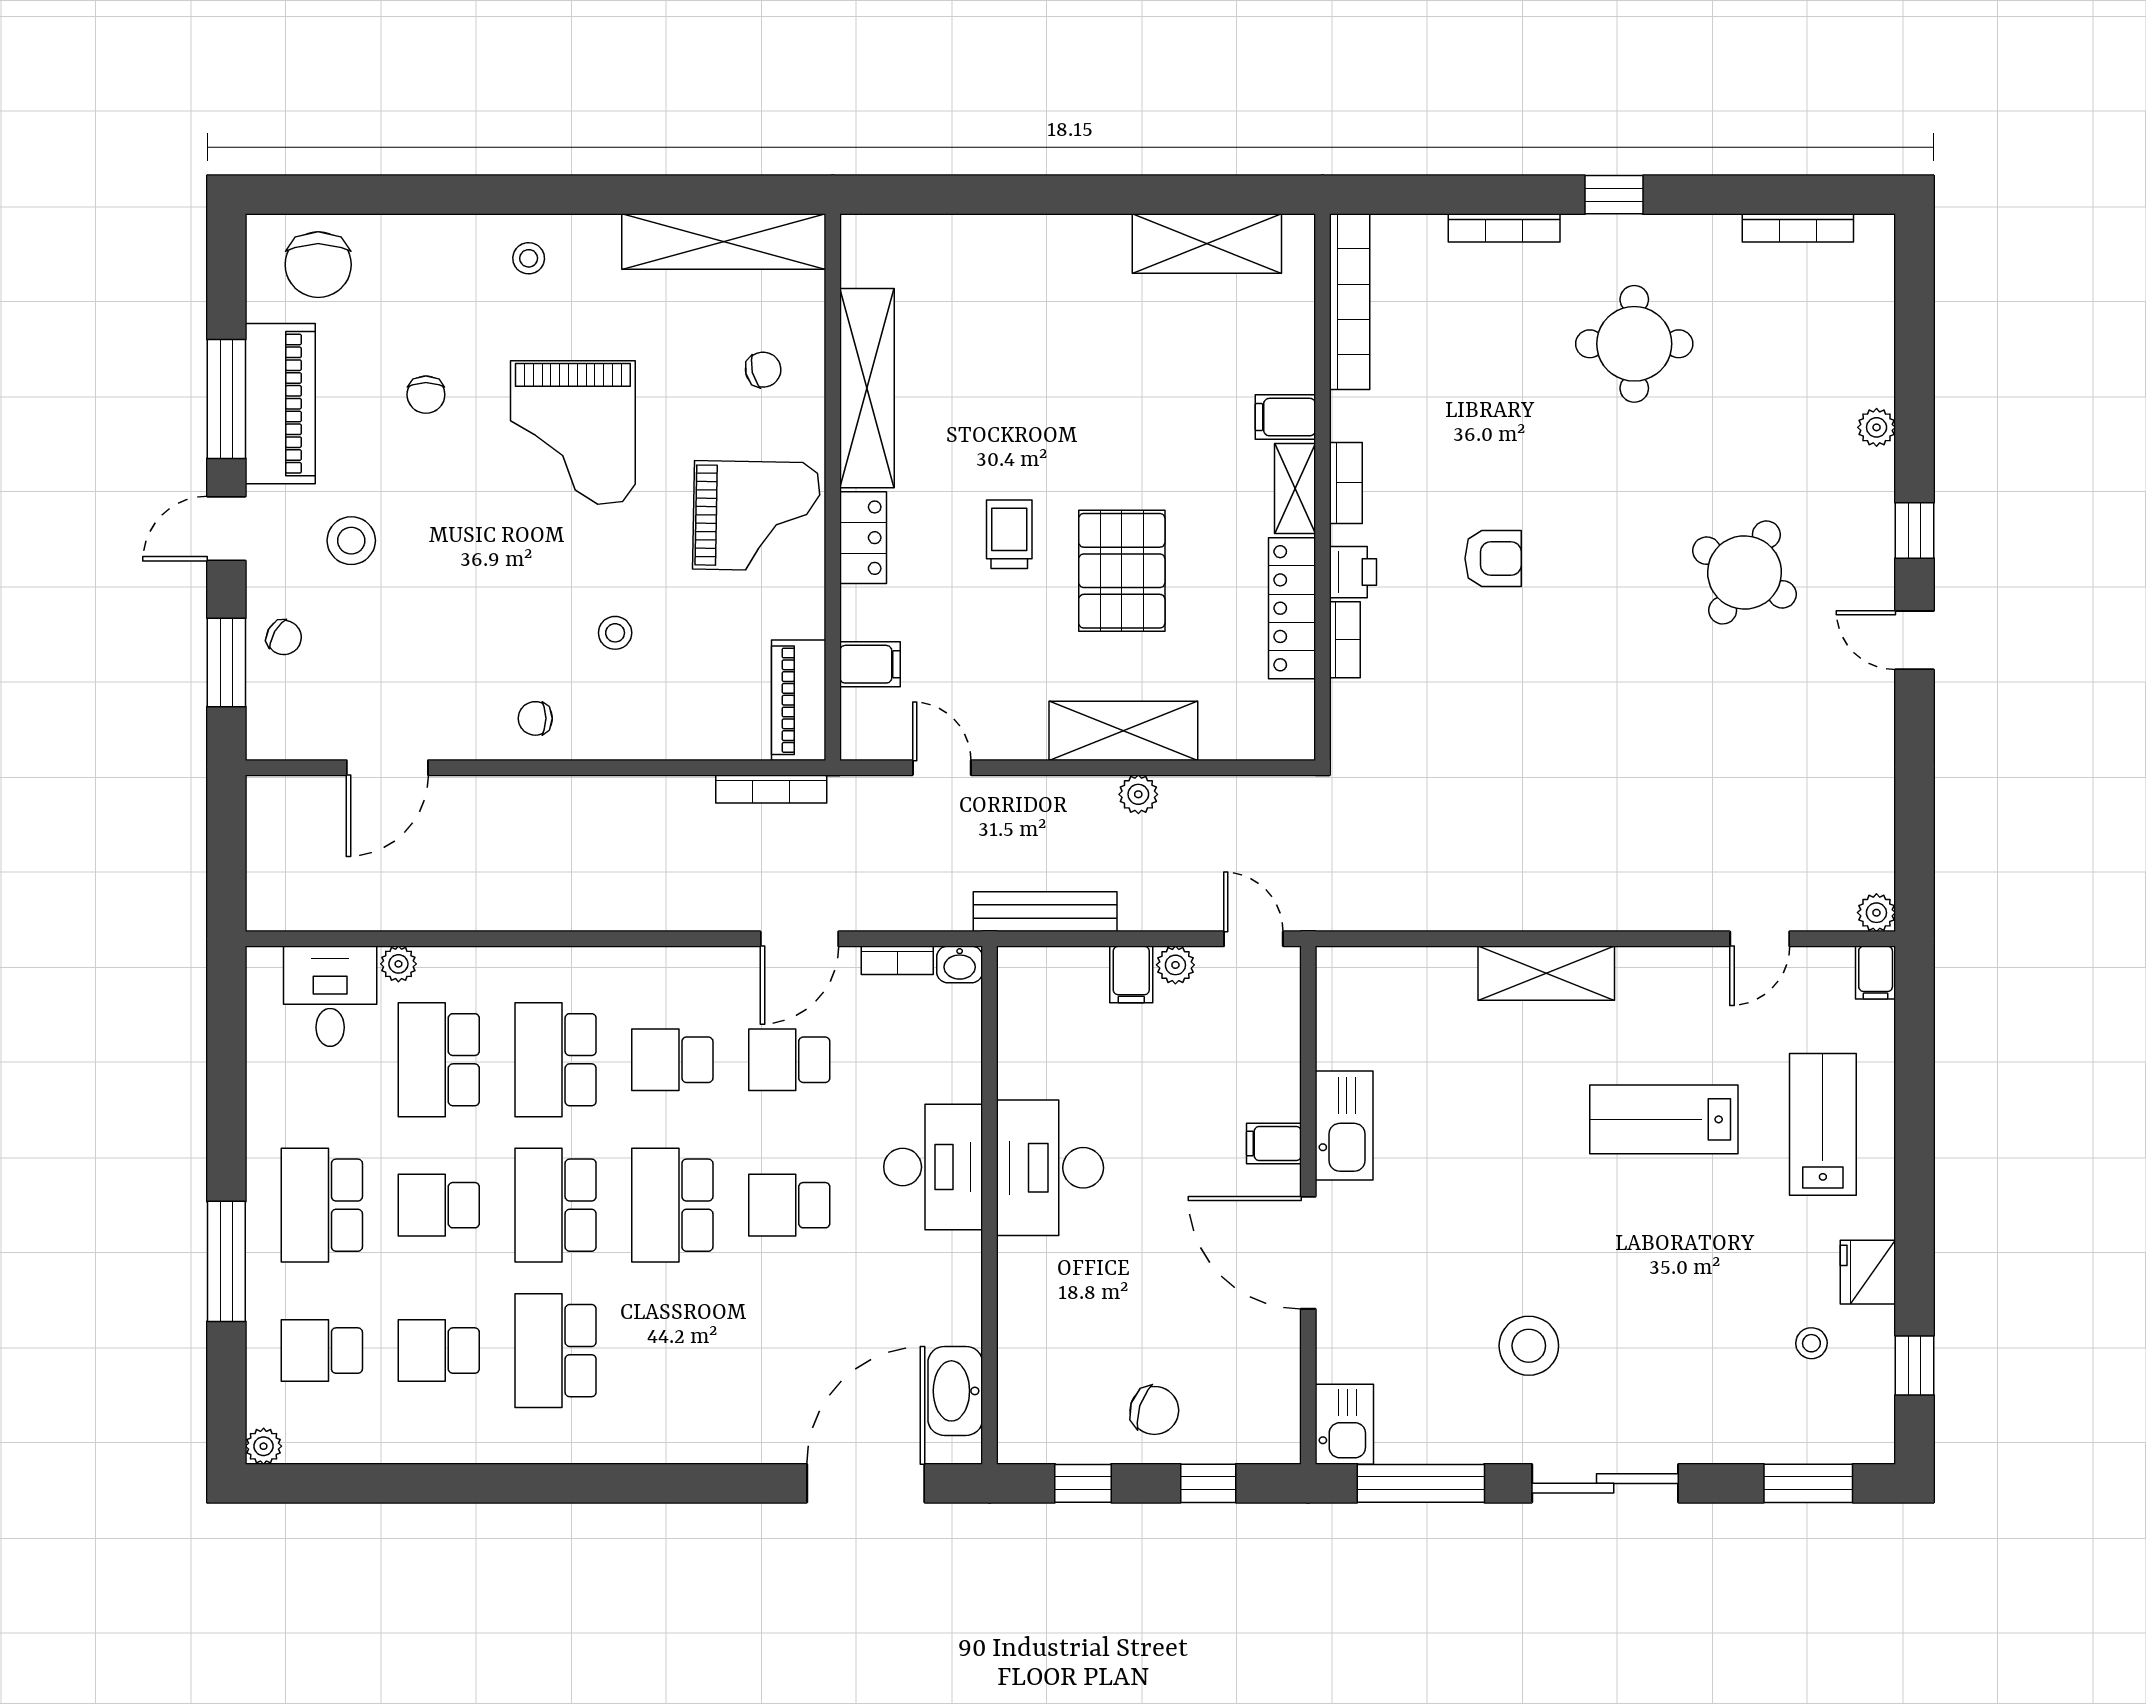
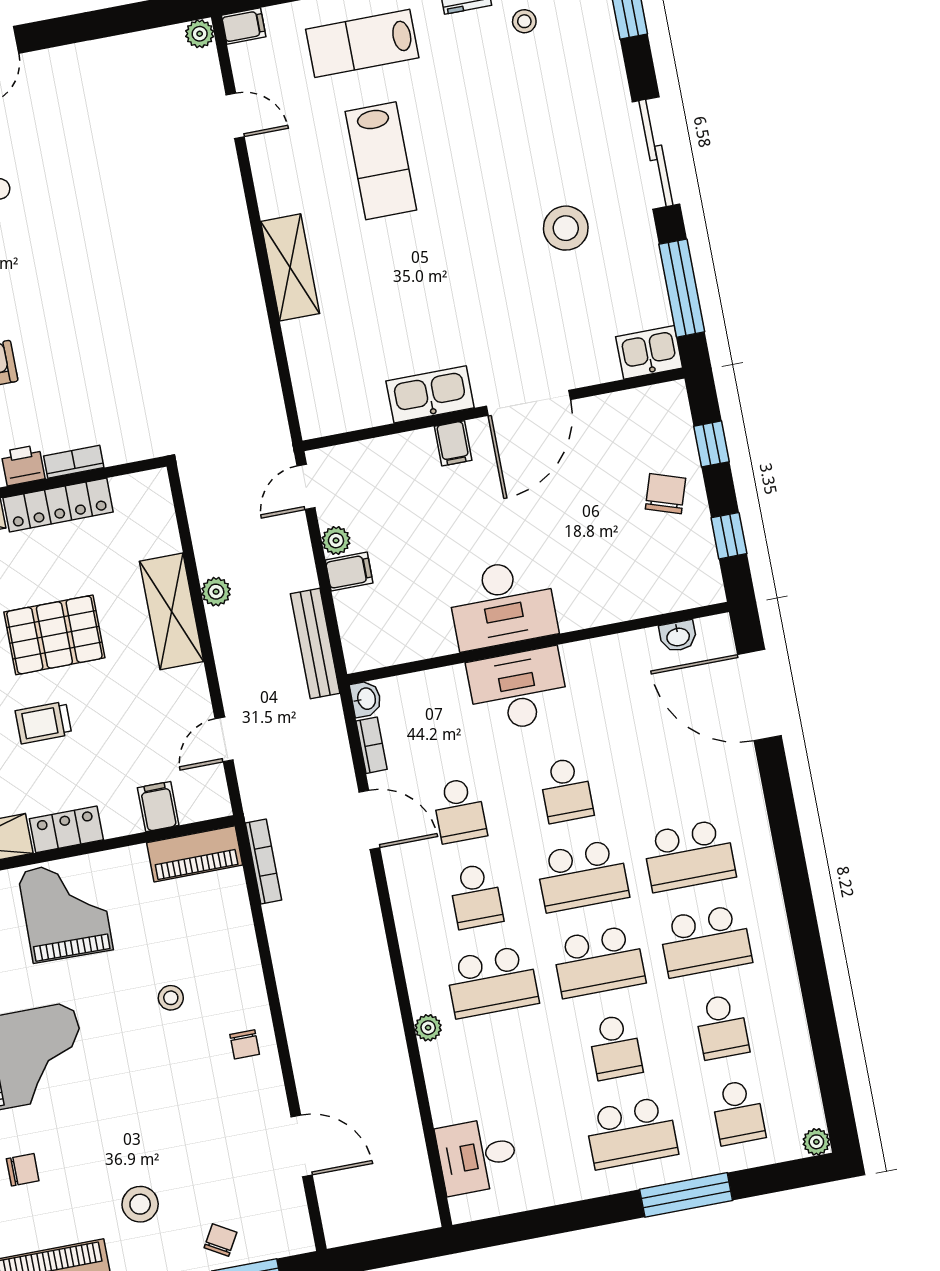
plant: (398, 964) -> (428, 1028), moved
school desk: (439, 1060) -> (689, 855), moved
washbasin: (955, 1391) -> (678, 636), width x0.52, depth x0.69

